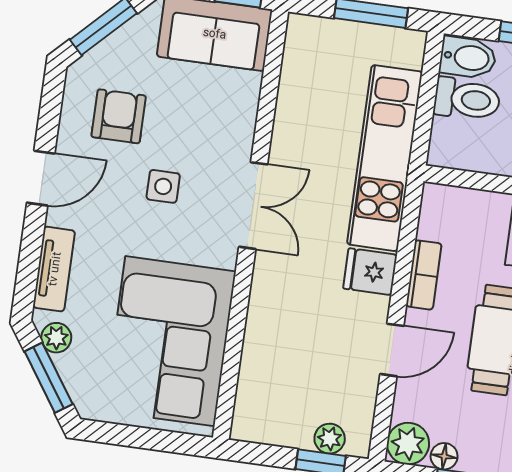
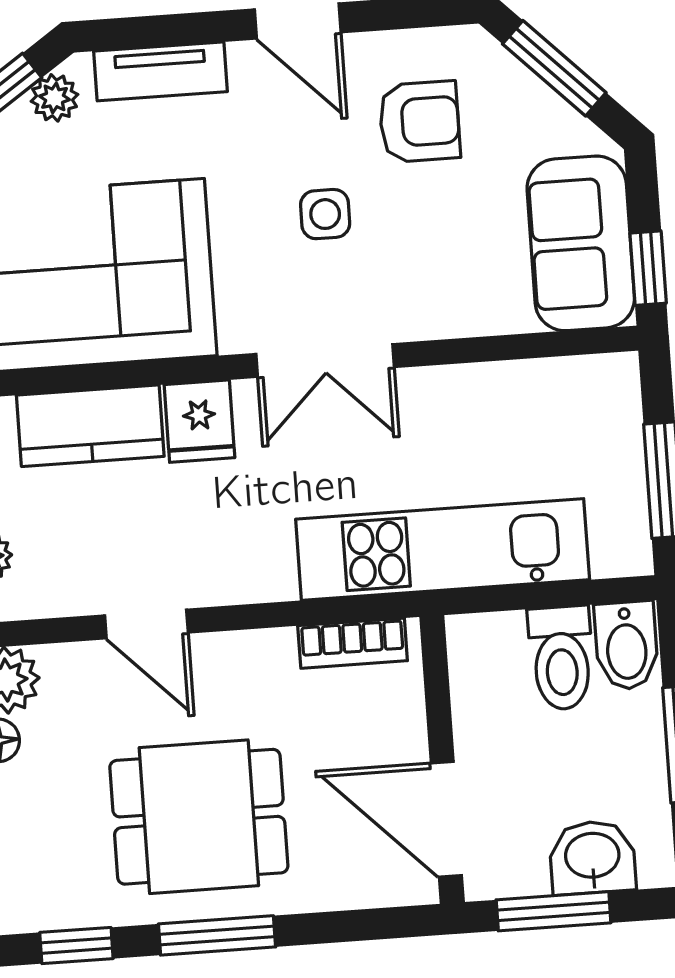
fridge: (370, 272) -> (199, 421), moved, turned 180
bookcase: (424, 275) -> (353, 643), moved
kitchen counter: (263, 359) -> (90, 426), added

